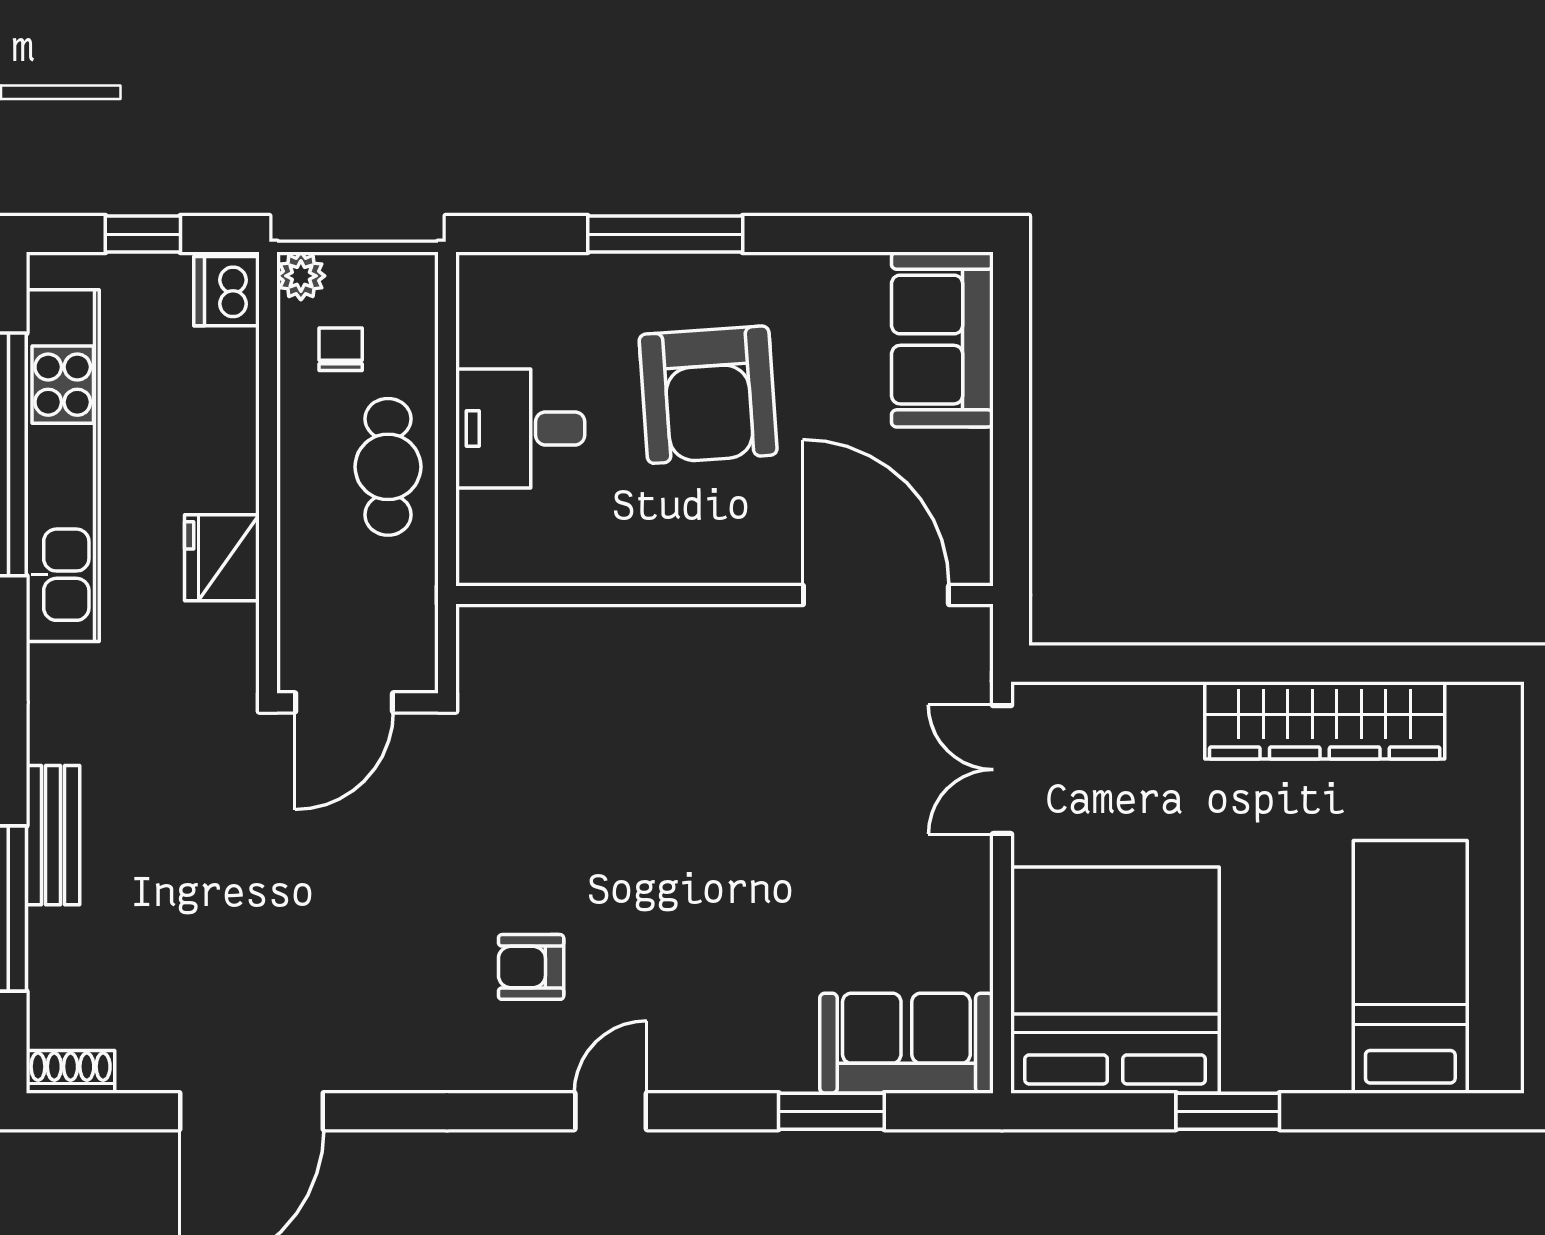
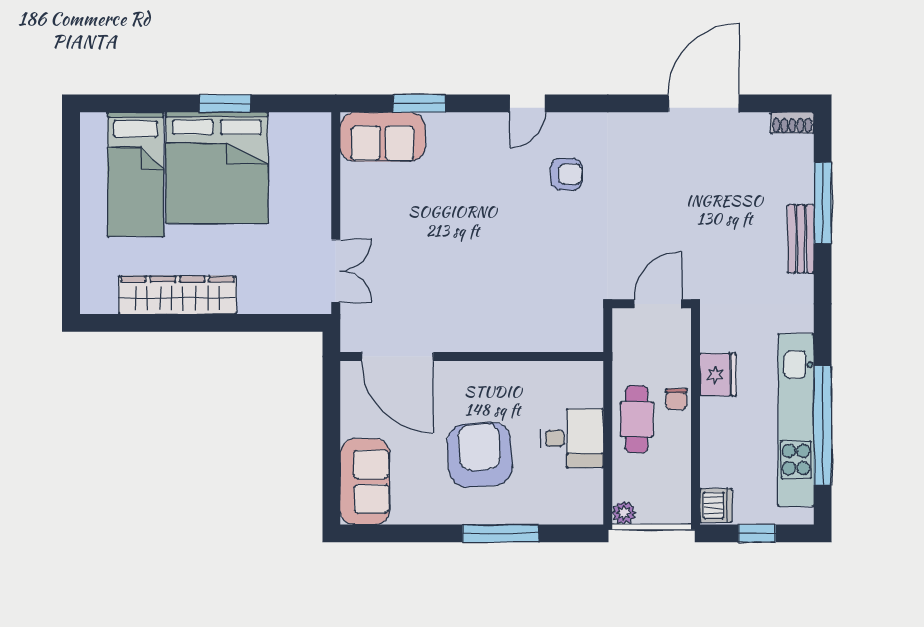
plant: (301, 276) -> (624, 513), moved
chair: (341, 349) -> (676, 399), moved
bed: (1115, 980) -> (217, 168), moved

